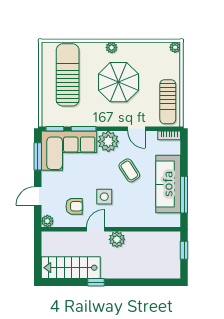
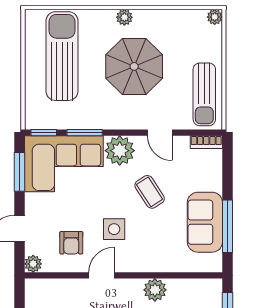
sofa: (168, 184) -> (205, 222), width x0.73
armchair: (74, 206) -> (71, 243), turned 90
plant: (117, 239) -> (155, 290), moved

